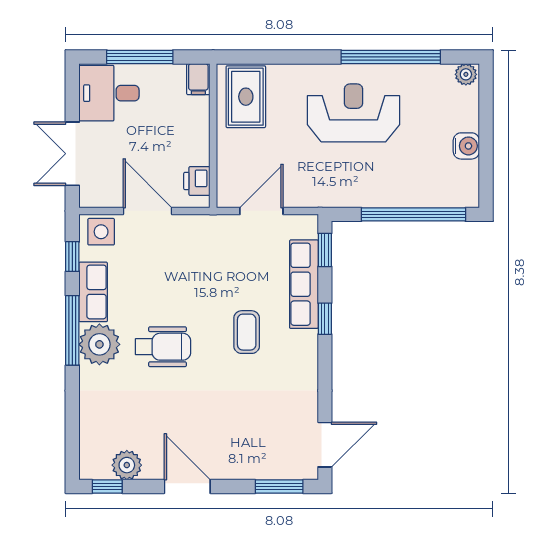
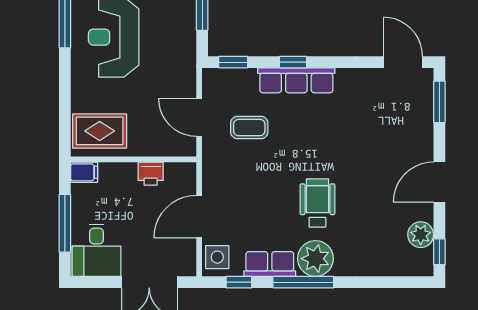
printer: (197, 181) -> (151, 174), moved
row of seats: (304, 284) -> (296, 80), moved
coffee table: (247, 332) -> (249, 128), moved

